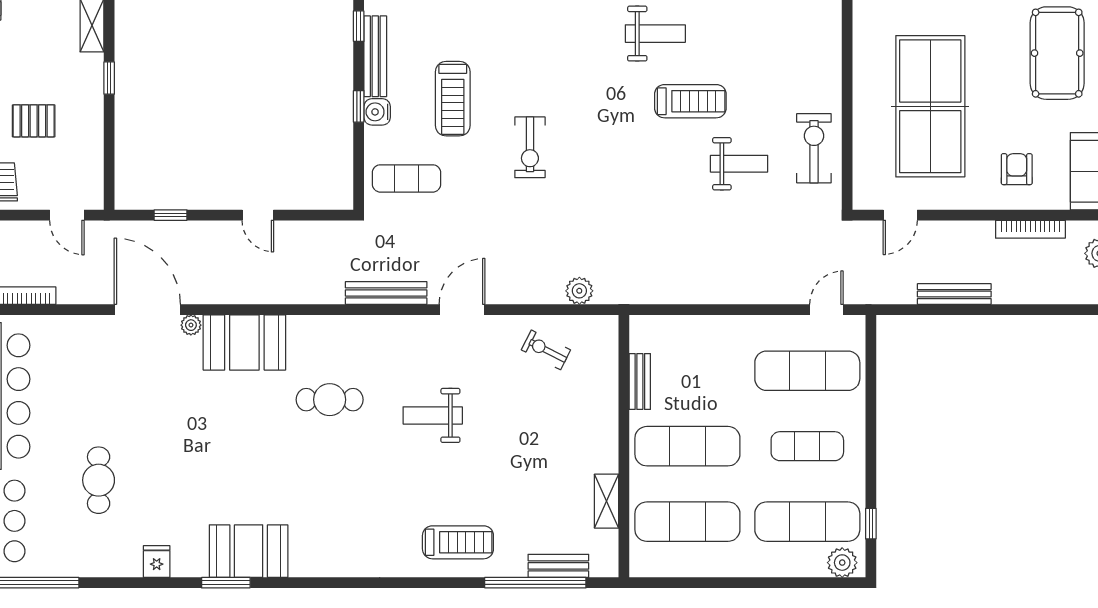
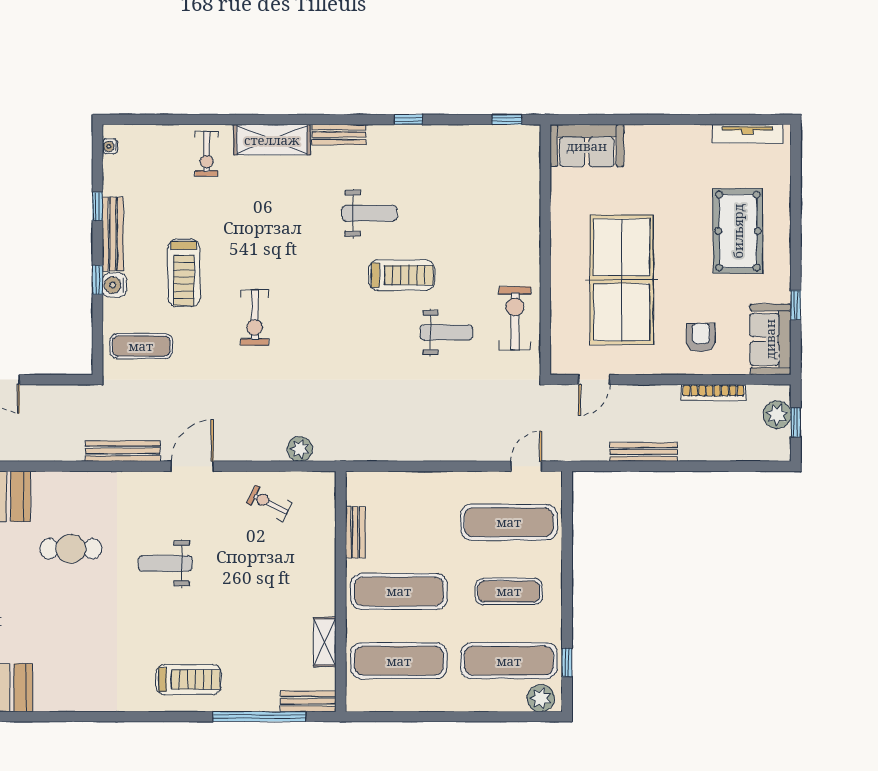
bench: (558, 566) -> (308, 701), moved

